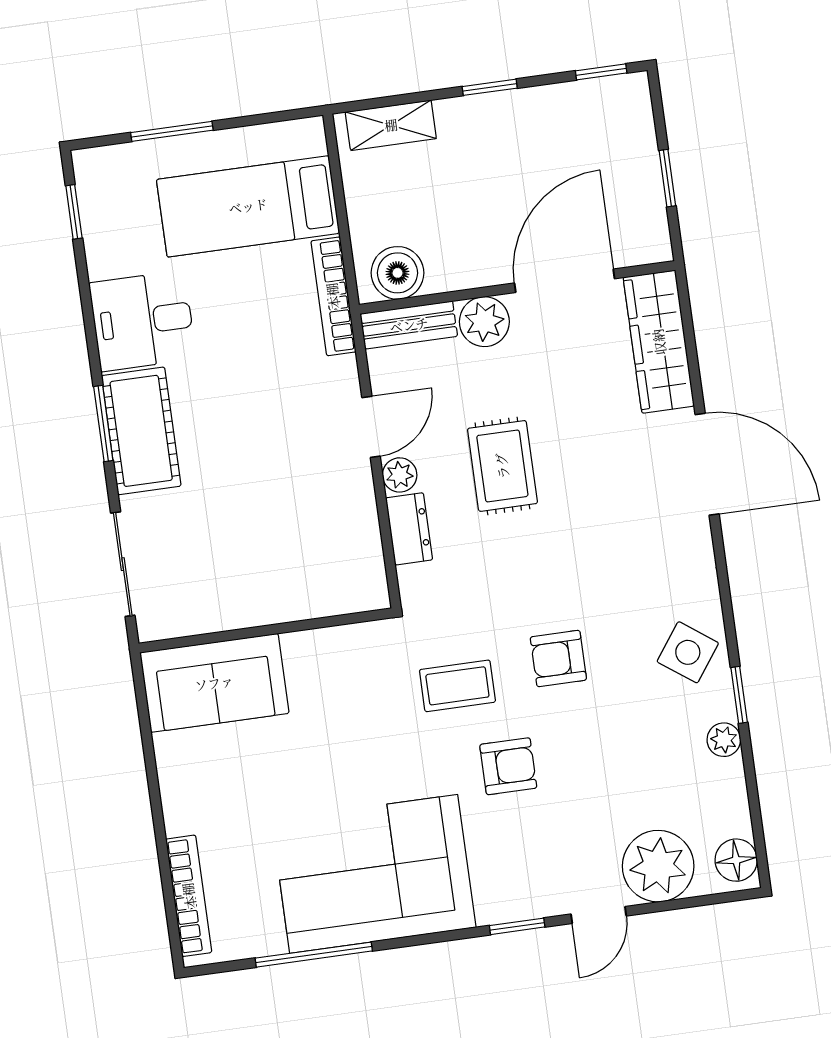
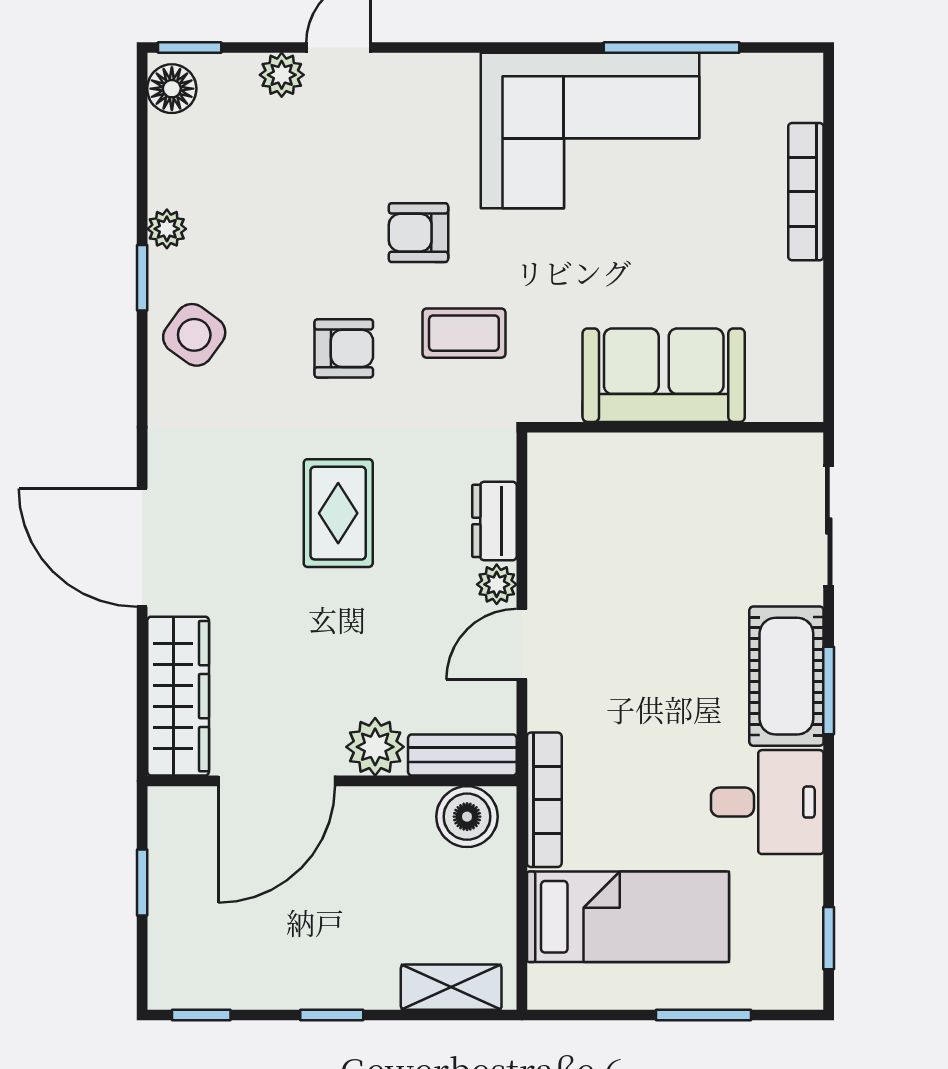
rug: (502, 466) -> (338, 513), moved
sofa: (214, 683) -> (664, 375), moved
plant: (658, 866) -> (282, 75), width x0.53, depth x0.53
bookcase: (189, 896) -> (806, 192), moved
window: (517, 926) -> (190, 48), moved

